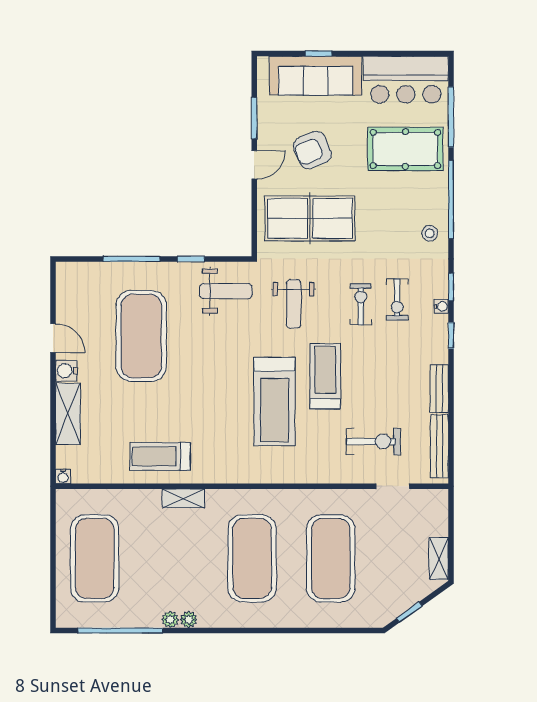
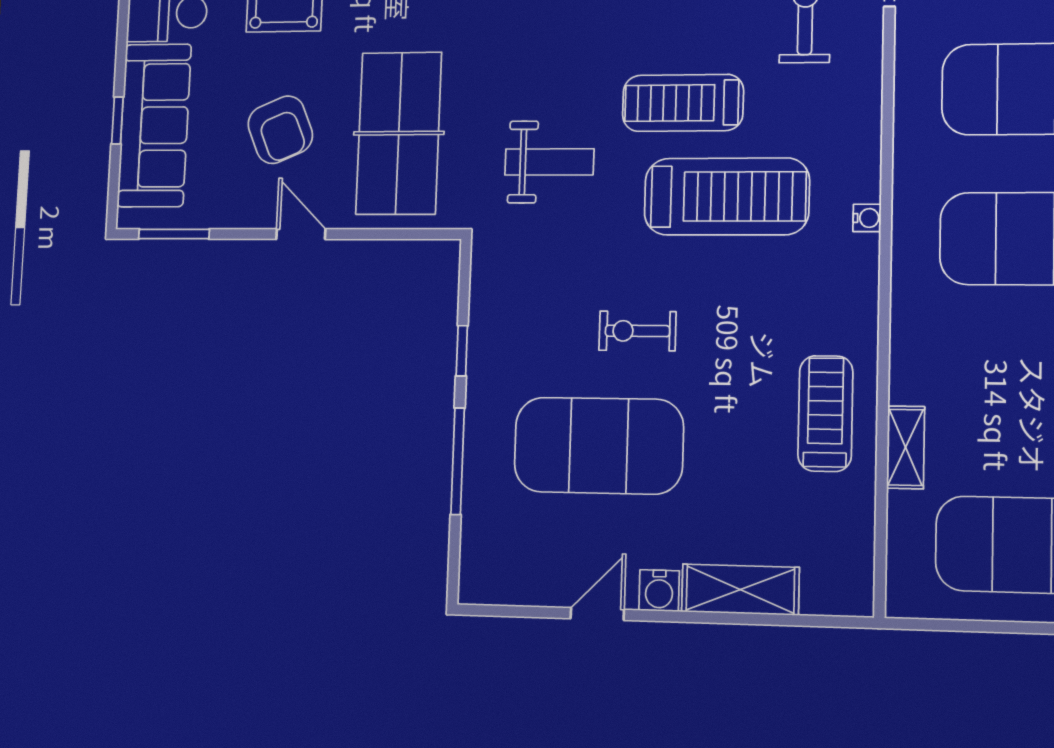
window: (254, 118) -> (174, 234), moved
weight bench: (226, 291) -> (522, 287), removed
exercise bike: (361, 304) -> (637, 331), moved
treadmill: (160, 456) -> (825, 413), turned 180
water cooler: (63, 476) -> (867, 218), moved
shelving: (183, 498) -> (906, 447), moved

